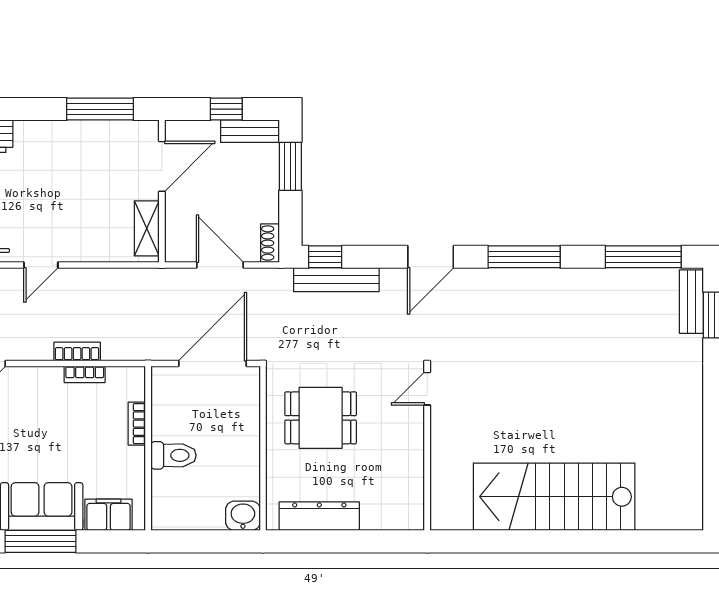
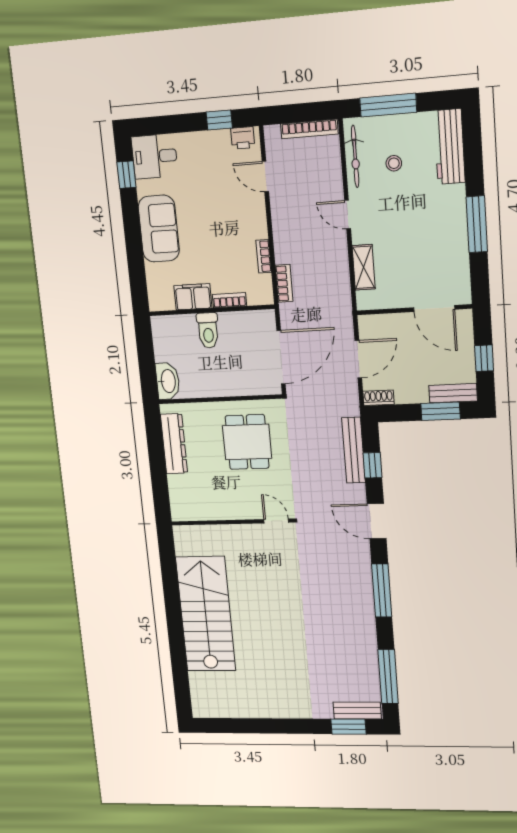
window: (100, 109) -> (477, 224), moved
bench: (250, 131) -> (453, 393), moved, turned 90
shelving: (147, 228) -> (364, 267), moved, turned 90
window: (325, 257) -> (373, 465), moved
bookcase: (77, 351) -> (284, 283), moved
door: (213, 363) -> (281, 357), hinge flipped
filing cabinet: (109, 515) -> (193, 297), moved, turned -90
washbasin: (243, 516) -> (168, 381), width x1.38
window: (41, 541) -> (132, 230), removed

